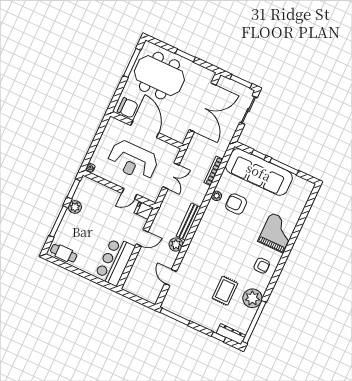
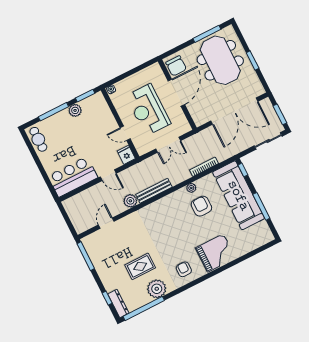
window: (259, 155) -> (243, 170), moved
armchair: (262, 266) -> (184, 269), turned 180

